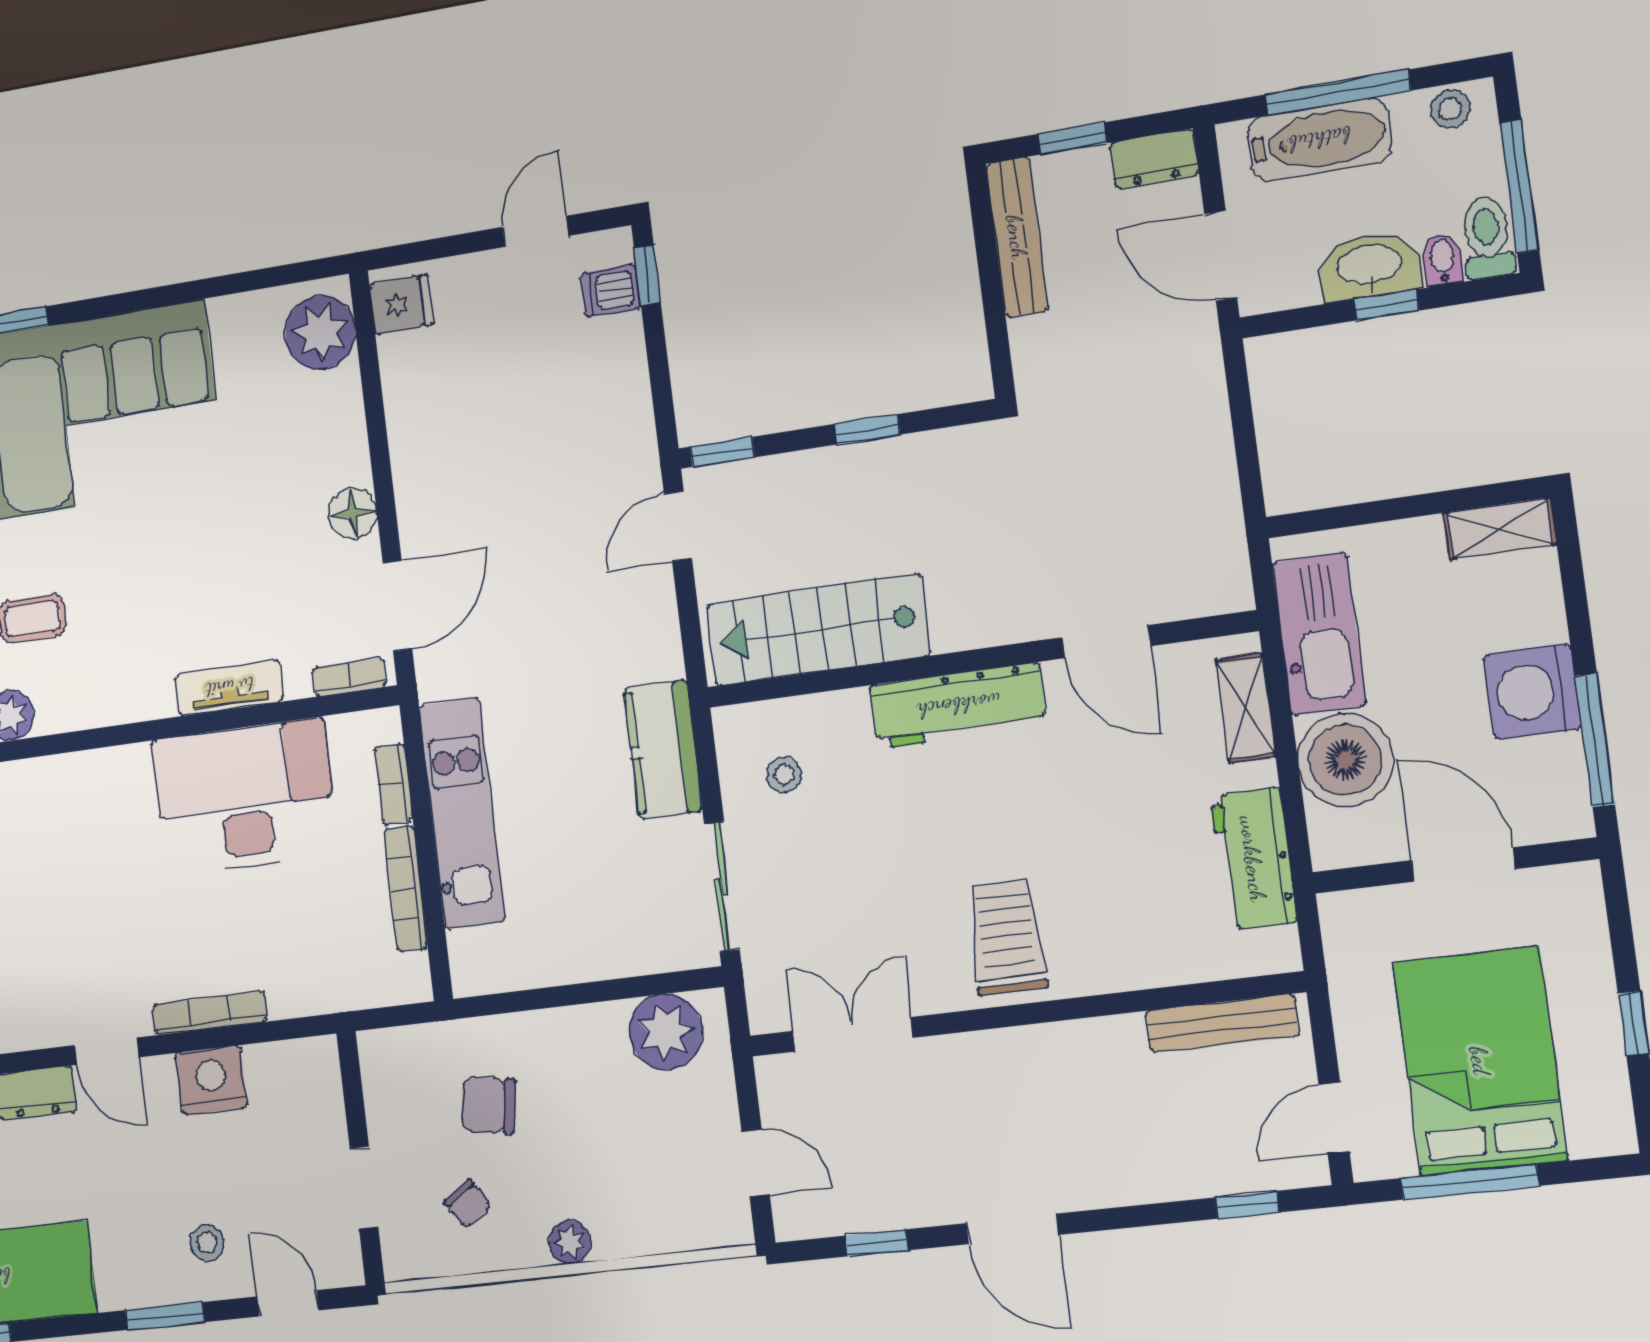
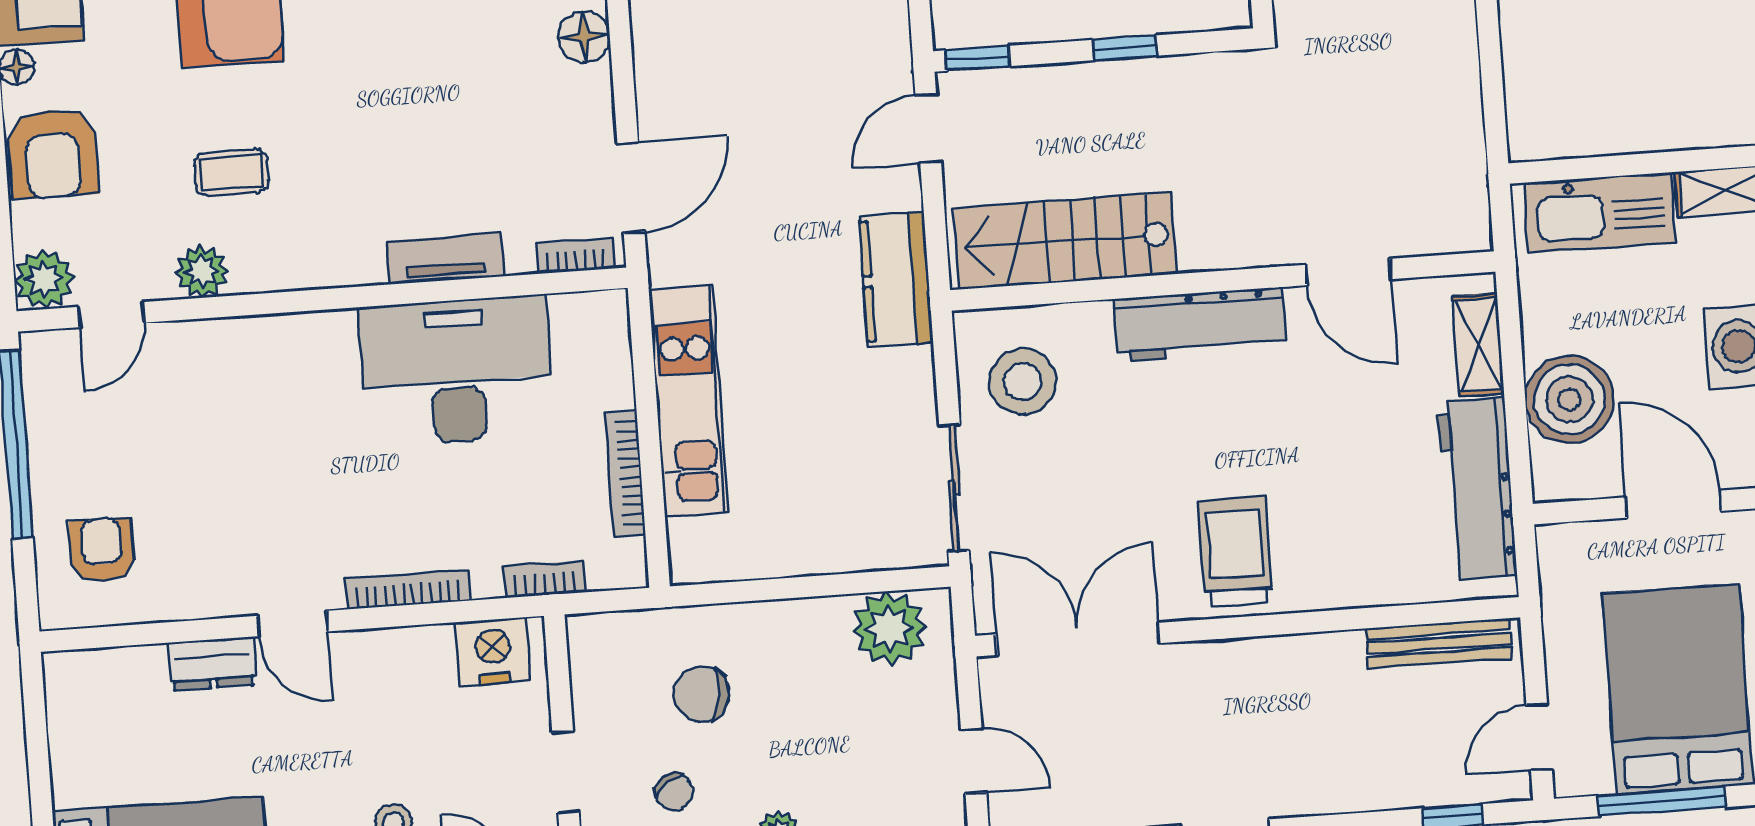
floor lamp: (353, 514) -> (584, 37), moved
kitchen sink: (1319, 634) -> (1600, 213), moved, turned 90
kitchen counter: (663, 750) -> (896, 280), moved
stool: (784, 775) -> (1023, 381), width x1.89, depth x1.89
bookcase: (393, 784) -> (545, 579), moved, turned 90
workbench: (1253, 859) -> (1477, 488), width x1.38
double door: (853, 1034) -> (1078, 639), width x1.37
nightstand: (211, 1080) -> (493, 651), moved

